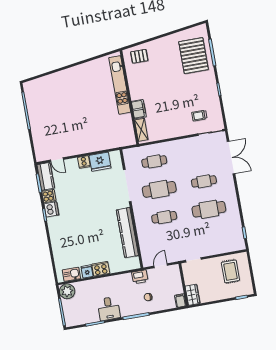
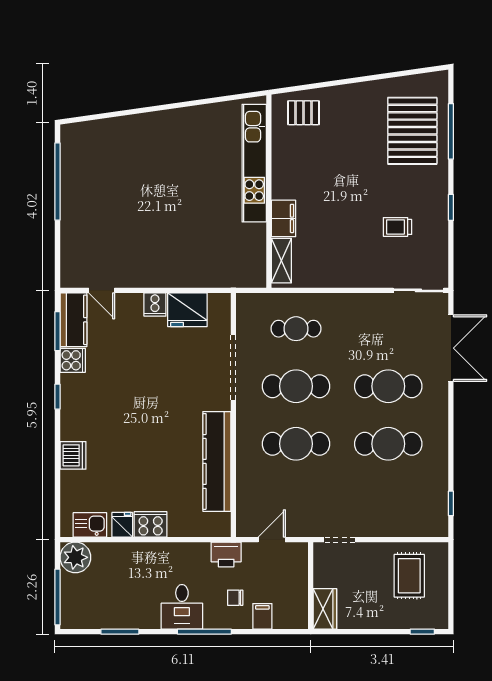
trolley: (199, 116) -> (398, 227), moved
cafe table: (204, 181) -> (388, 386), width x1.37, depth x1.35
dishwasher: (51, 209) -> (73, 455), moved
cafe table: (164, 217) -> (296, 444), width x1.37, depth x1.35
filing cabinet: (180, 301) -> (262, 616), moved
desk: (109, 309) -> (182, 607), moved

